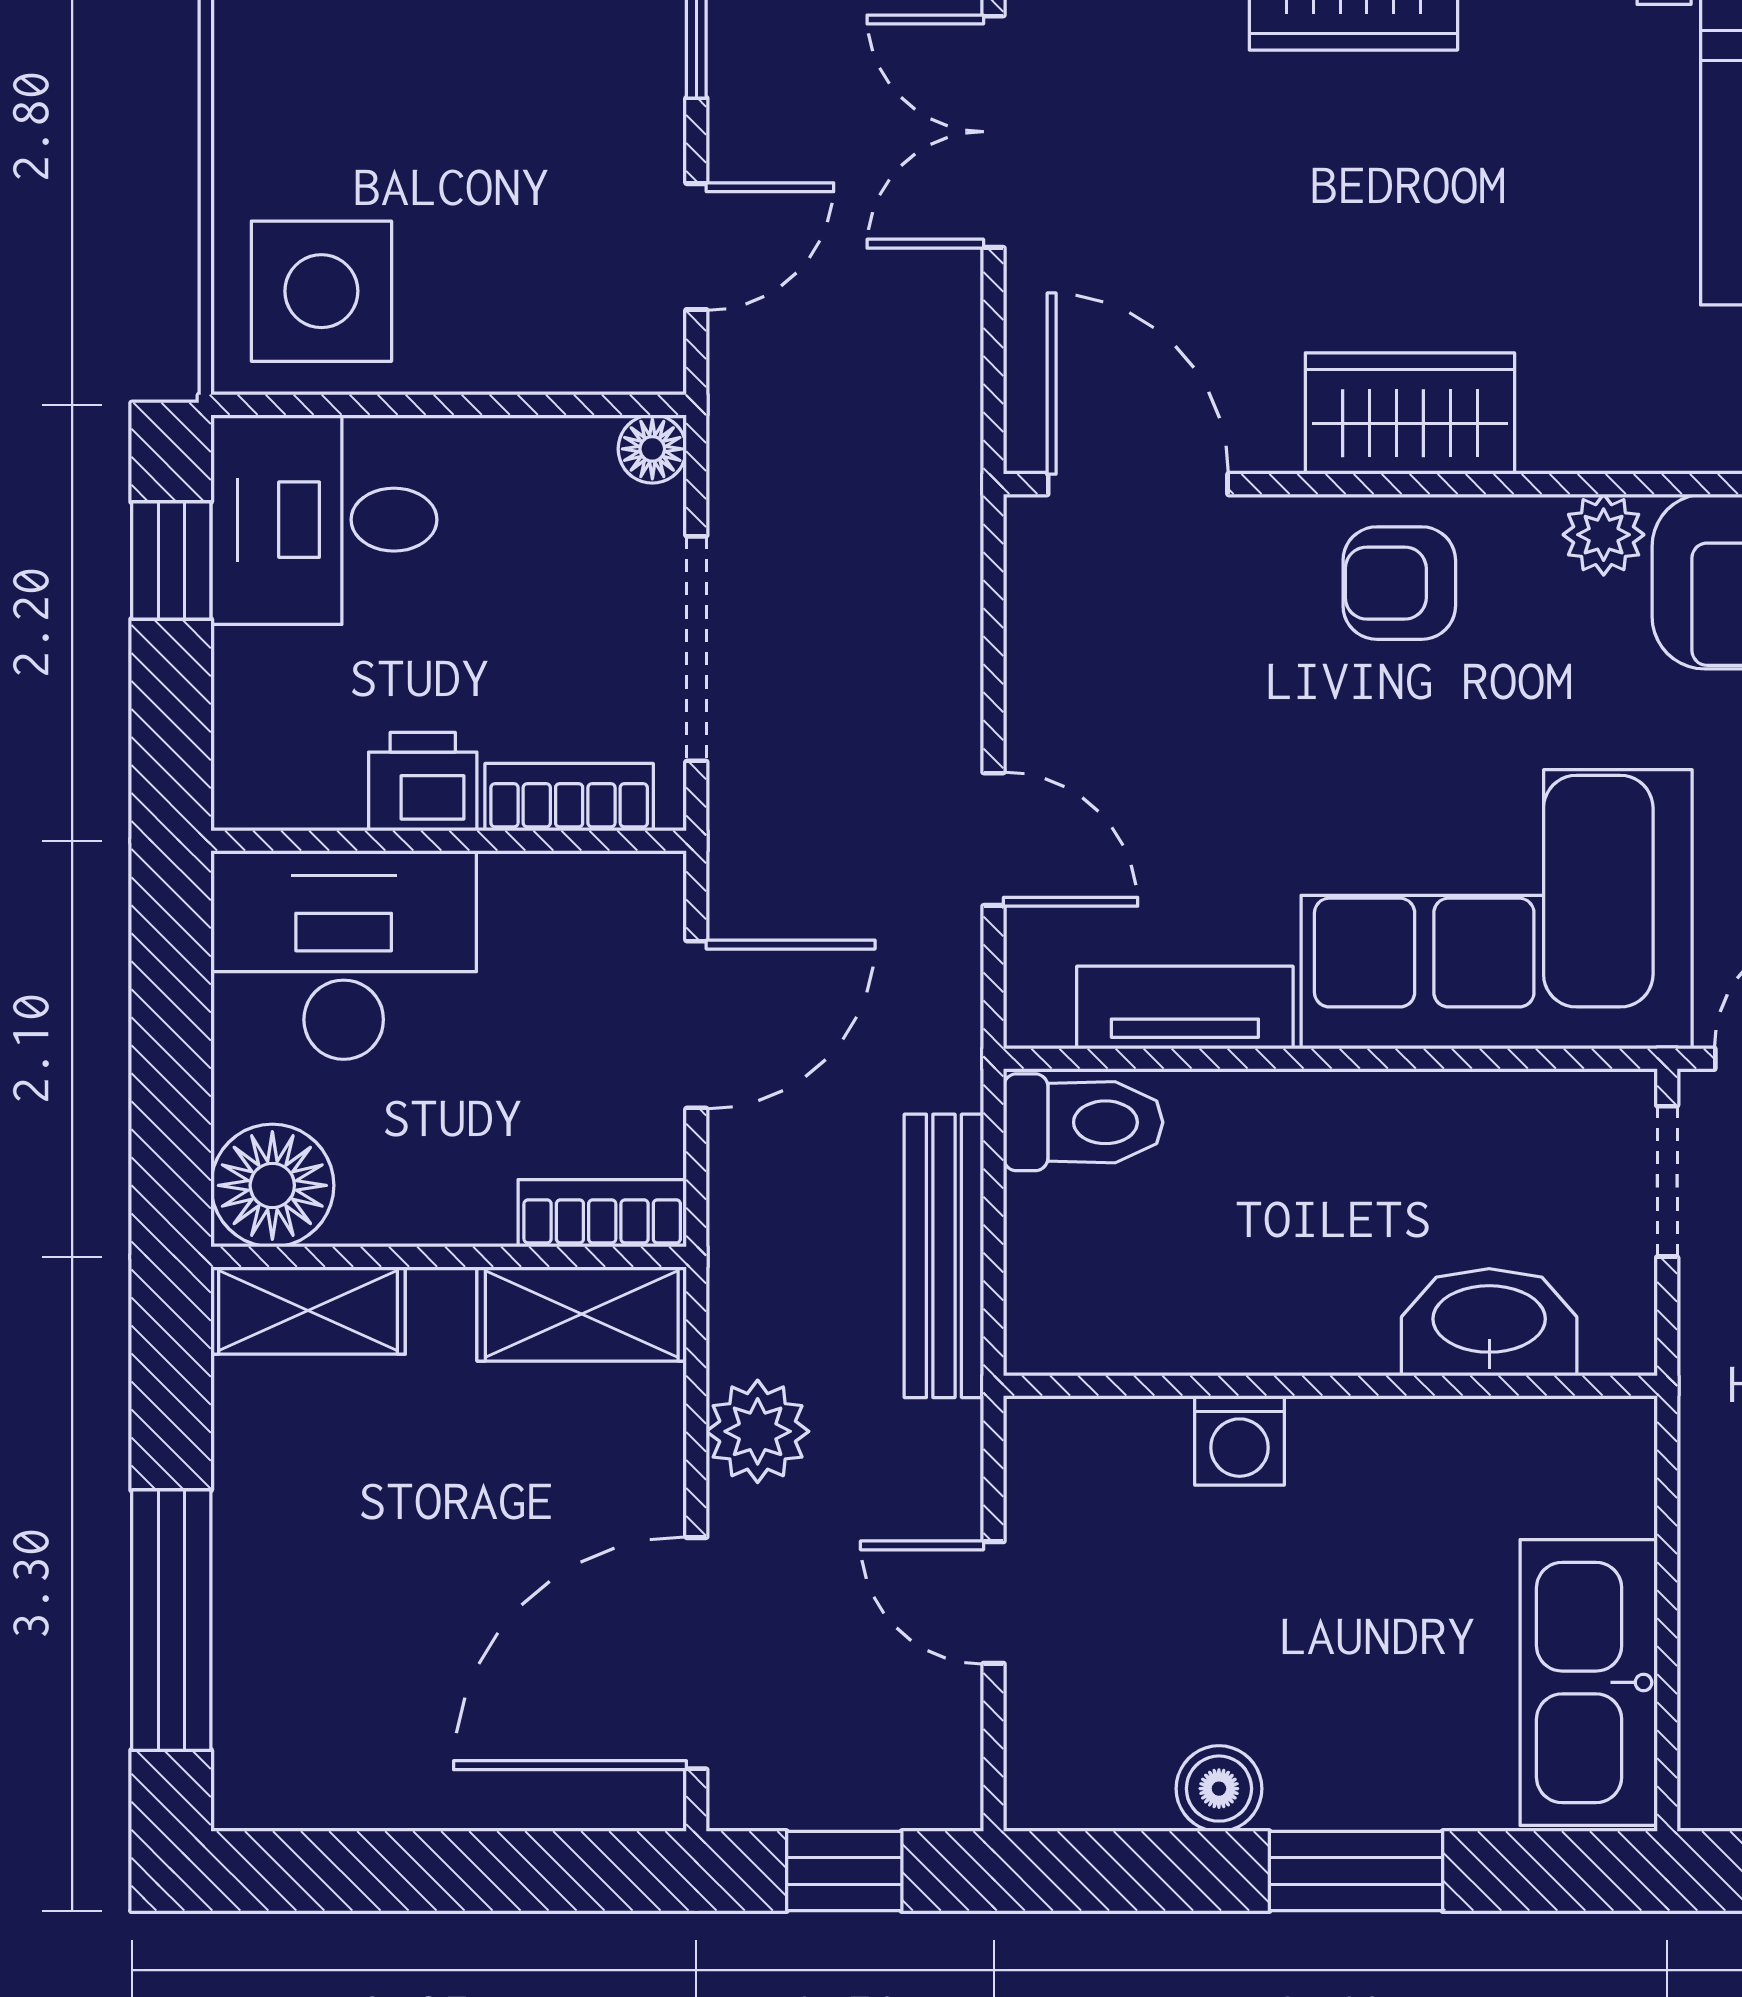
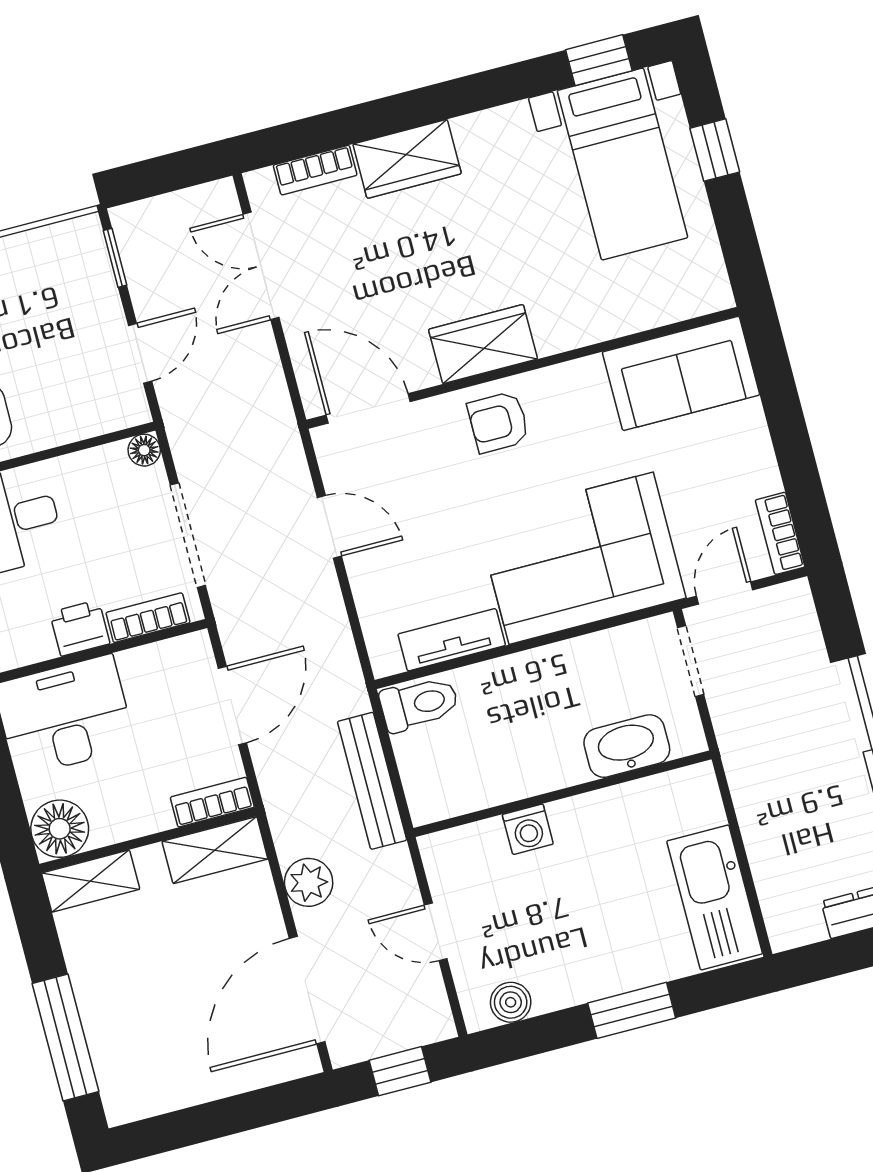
plant: (1604, 535) -> (585, 376), removed
door: (994, 839) -> (329, 527), moved
boiler: (1219, 1789) -> (511, 1002), moved

